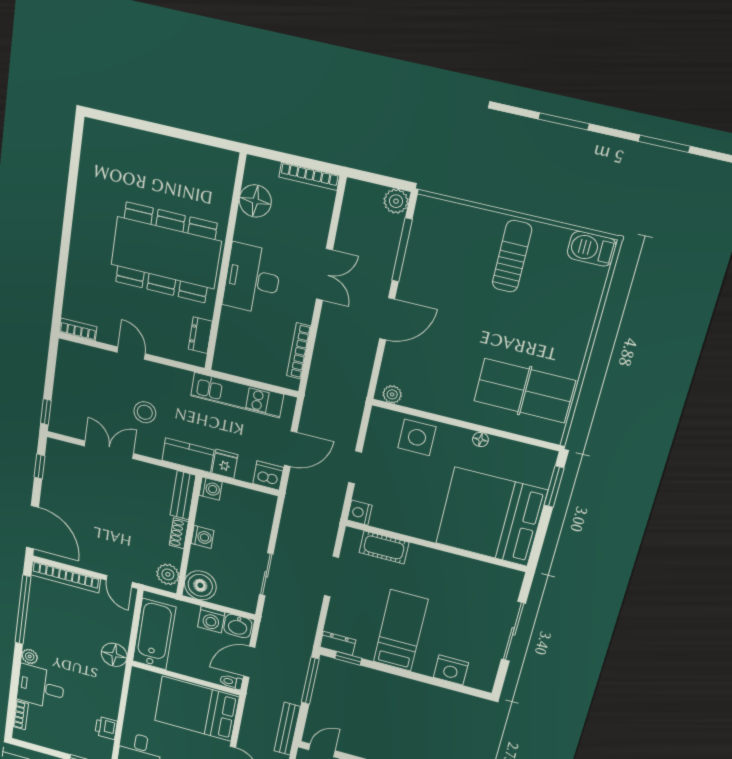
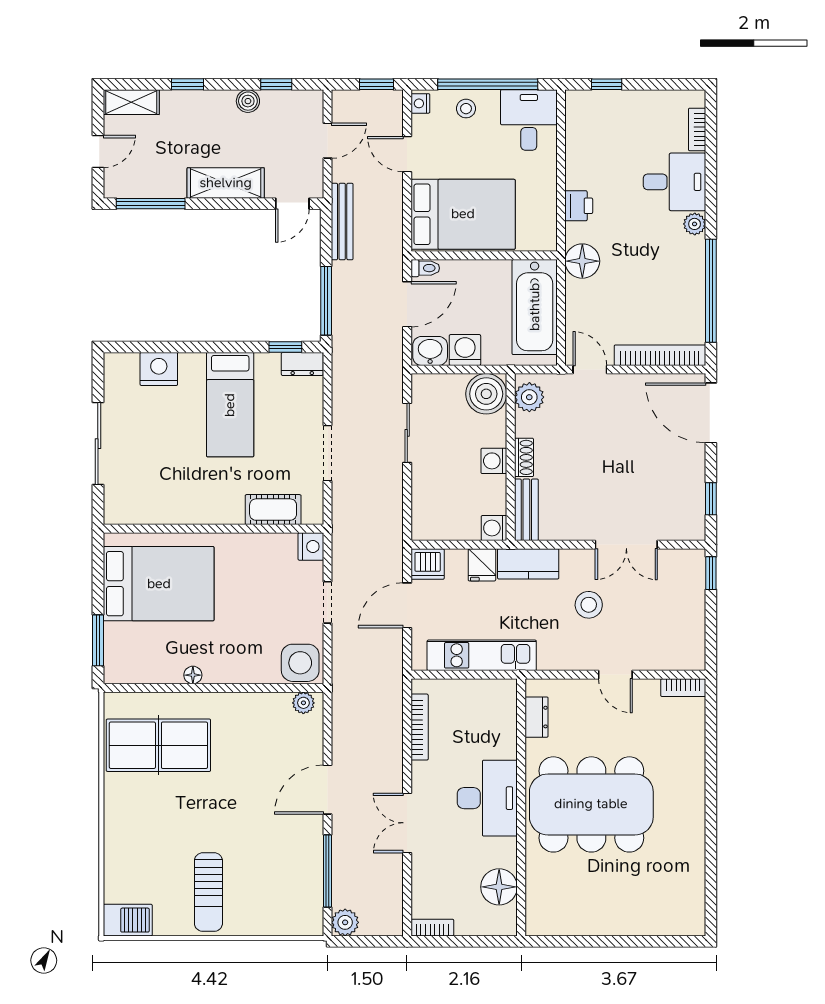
bookcase: (309, 176) -> (432, 928), width x0.64
side table: (417, 437) -> (300, 663), moved
bed: (491, 517) -> (159, 584), width x0.73
printer: (106, 728) -> (579, 206), moved

